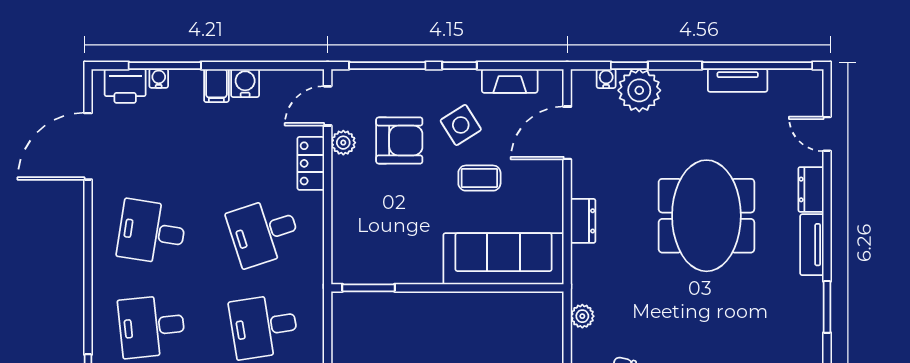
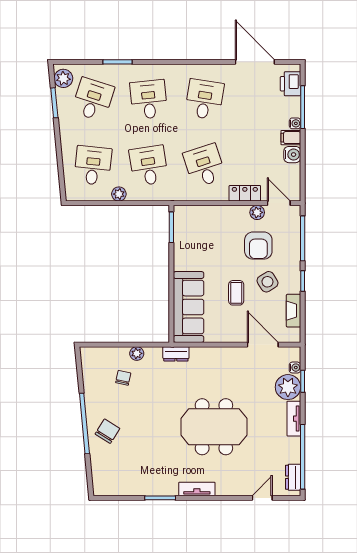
water cooler: (159, 78) -> (295, 123), moved
tv unit: (738, 80) -> (294, 419), moved
dresser: (811, 189) -> (293, 477), moved, turned -90
dresser: (583, 221) -> (176, 354), moved
plant: (582, 316) -> (137, 353), moved

